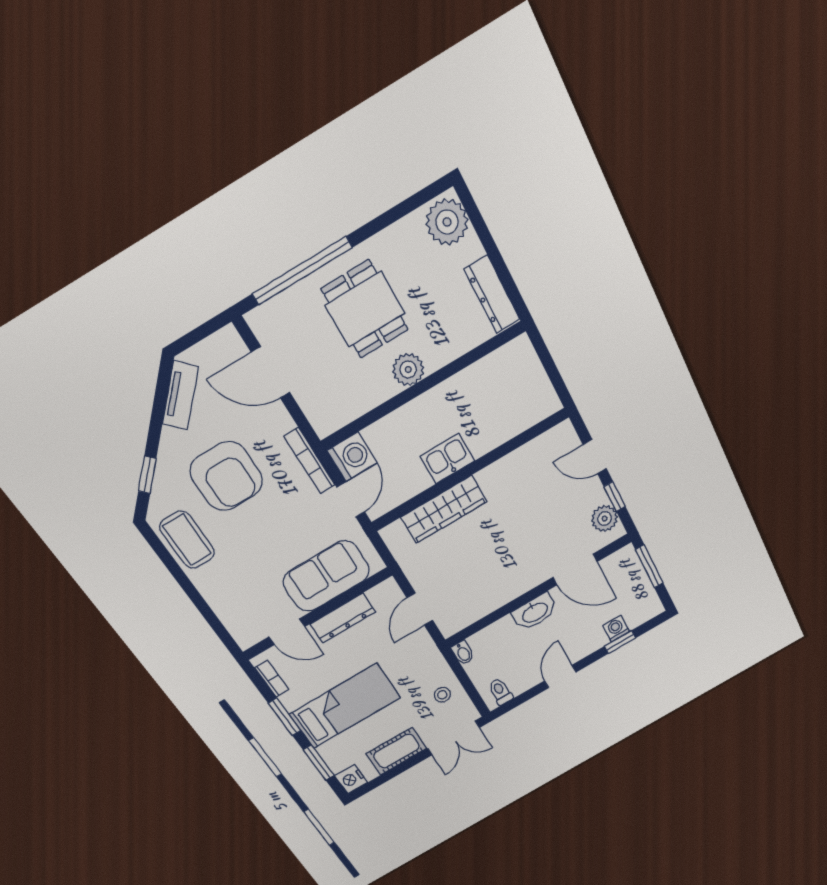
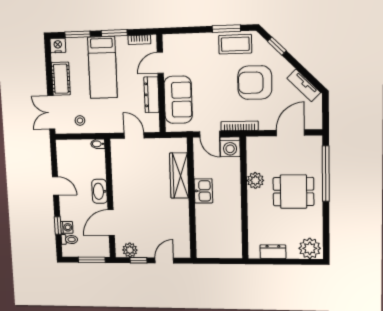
dresser: (492, 294) -> (273, 252), width x0.70
plant: (408, 370) -> (255, 180), moved
window: (172, 566) -> (226, 29), added
toilet: (500, 692) -> (69, 239), moved

